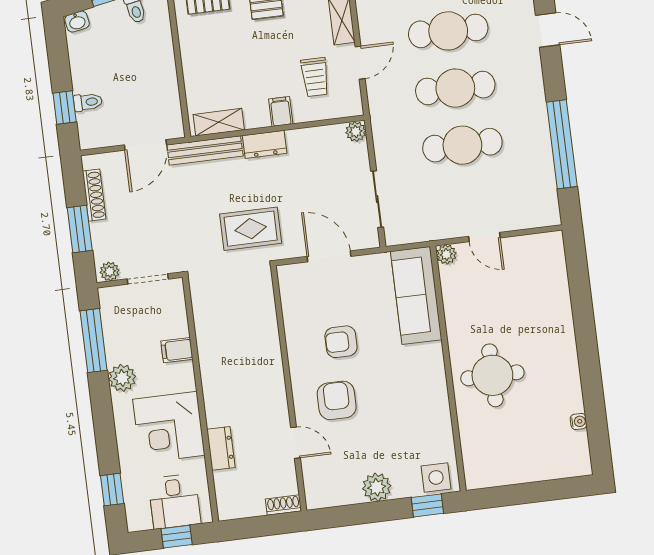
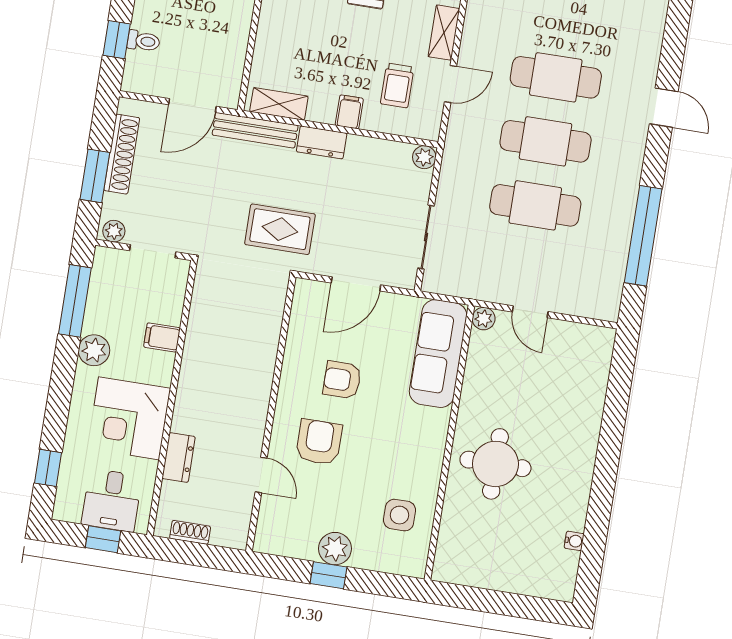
shoe rack: (94, 195) -> (122, 154), width x1.36, depth x1.24
door: (329, 256) -> (356, 284), swing flipped
side table: (436, 477) -> (400, 515), moved
shoe rack: (283, 505) -> (190, 532), moved
window: (427, 505) -> (328, 575), moved

